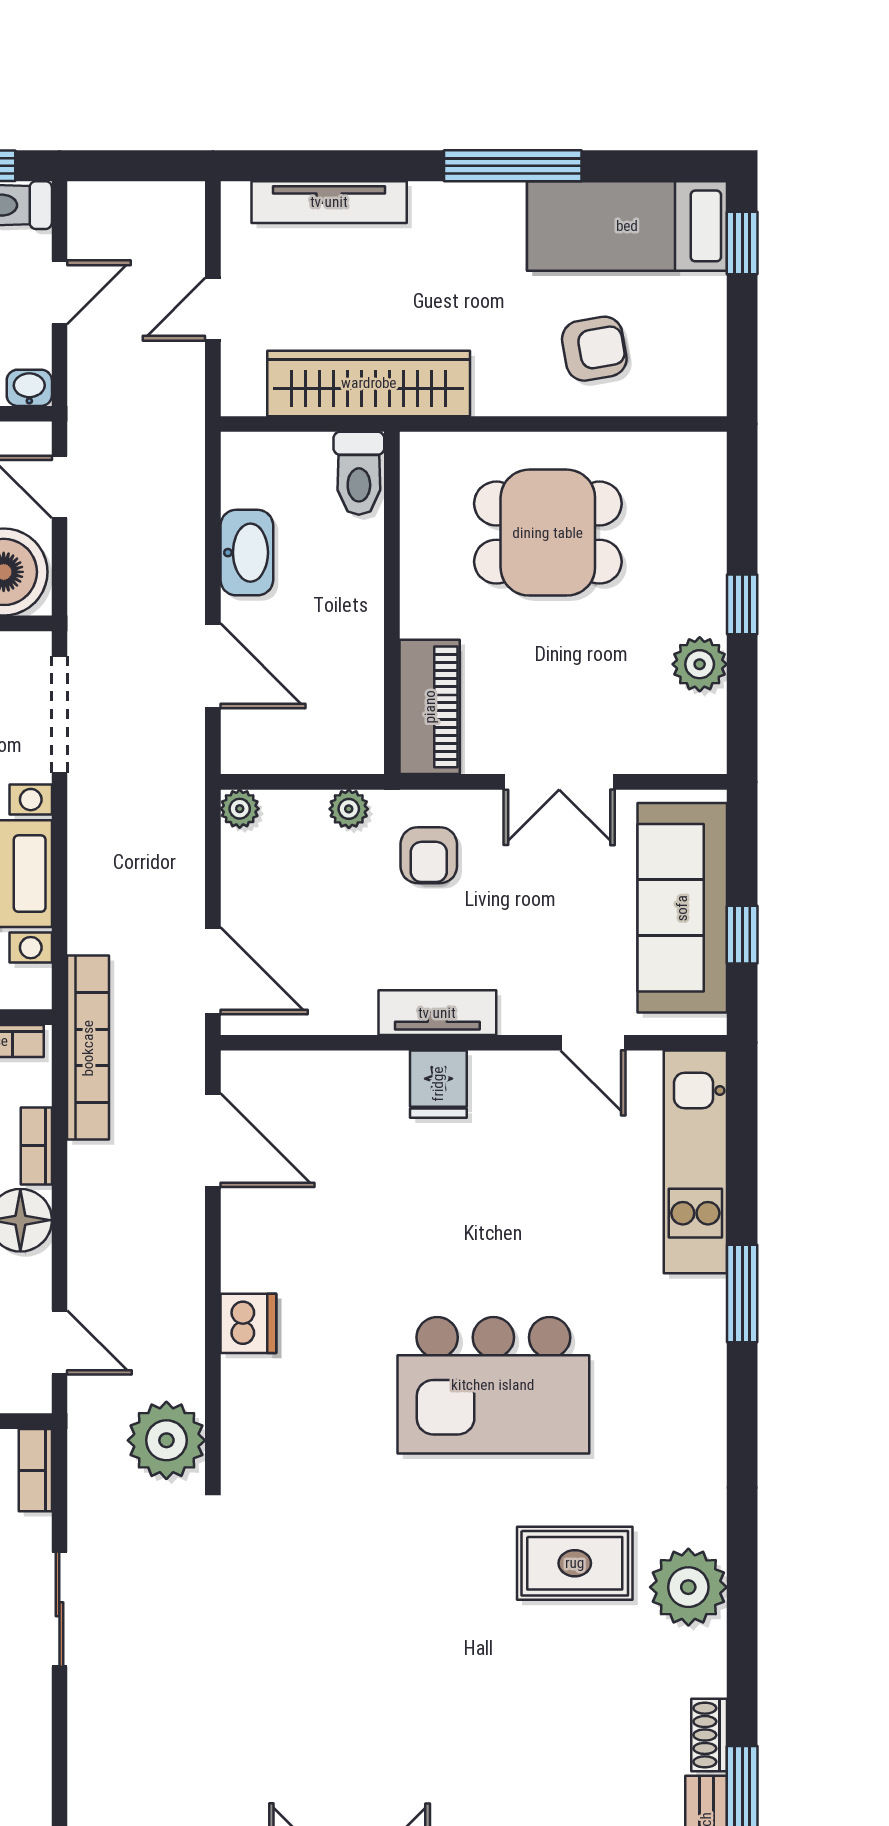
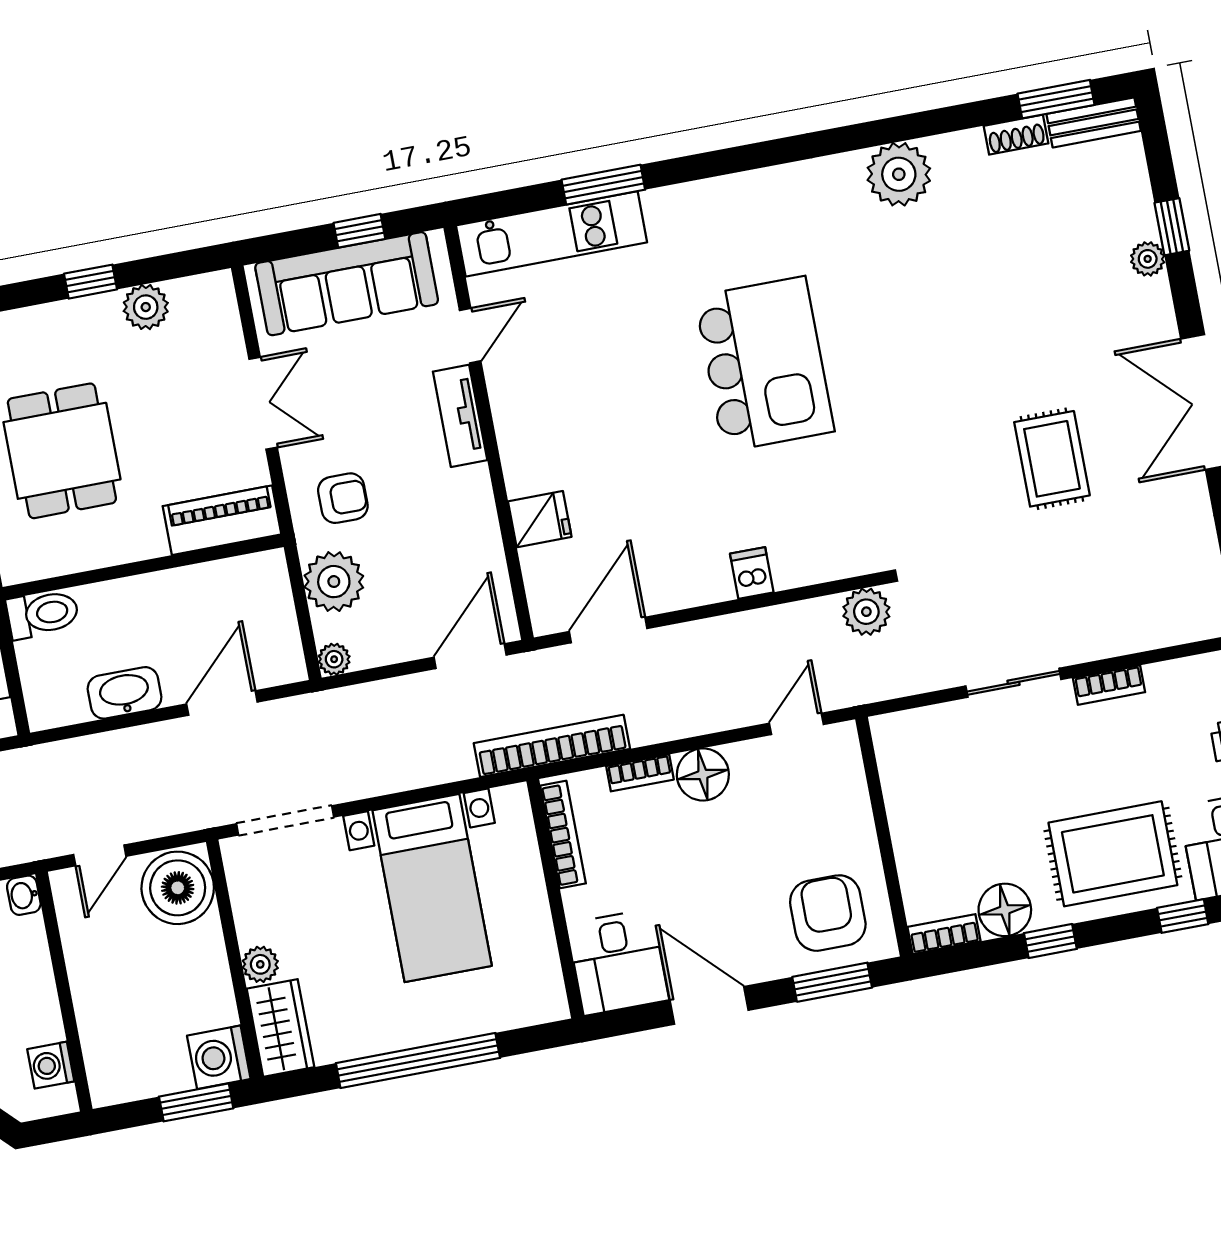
plant: (349, 809) -> (334, 582), width x1.87, depth x1.87
tv unit: (437, 1013) -> (460, 416), moved
fridge: (438, 1084) -> (540, 519), moved
window: (742, 1294) -> (603, 185), moved
dishwasher: (248, 1323) -> (752, 573), width x0.73
plant: (166, 1440) -> (866, 612), width x0.73, depth x0.73
bookcase: (35, 1470) -> (1109, 685), moved
rug: (575, 1563) -> (1052, 459), moved

